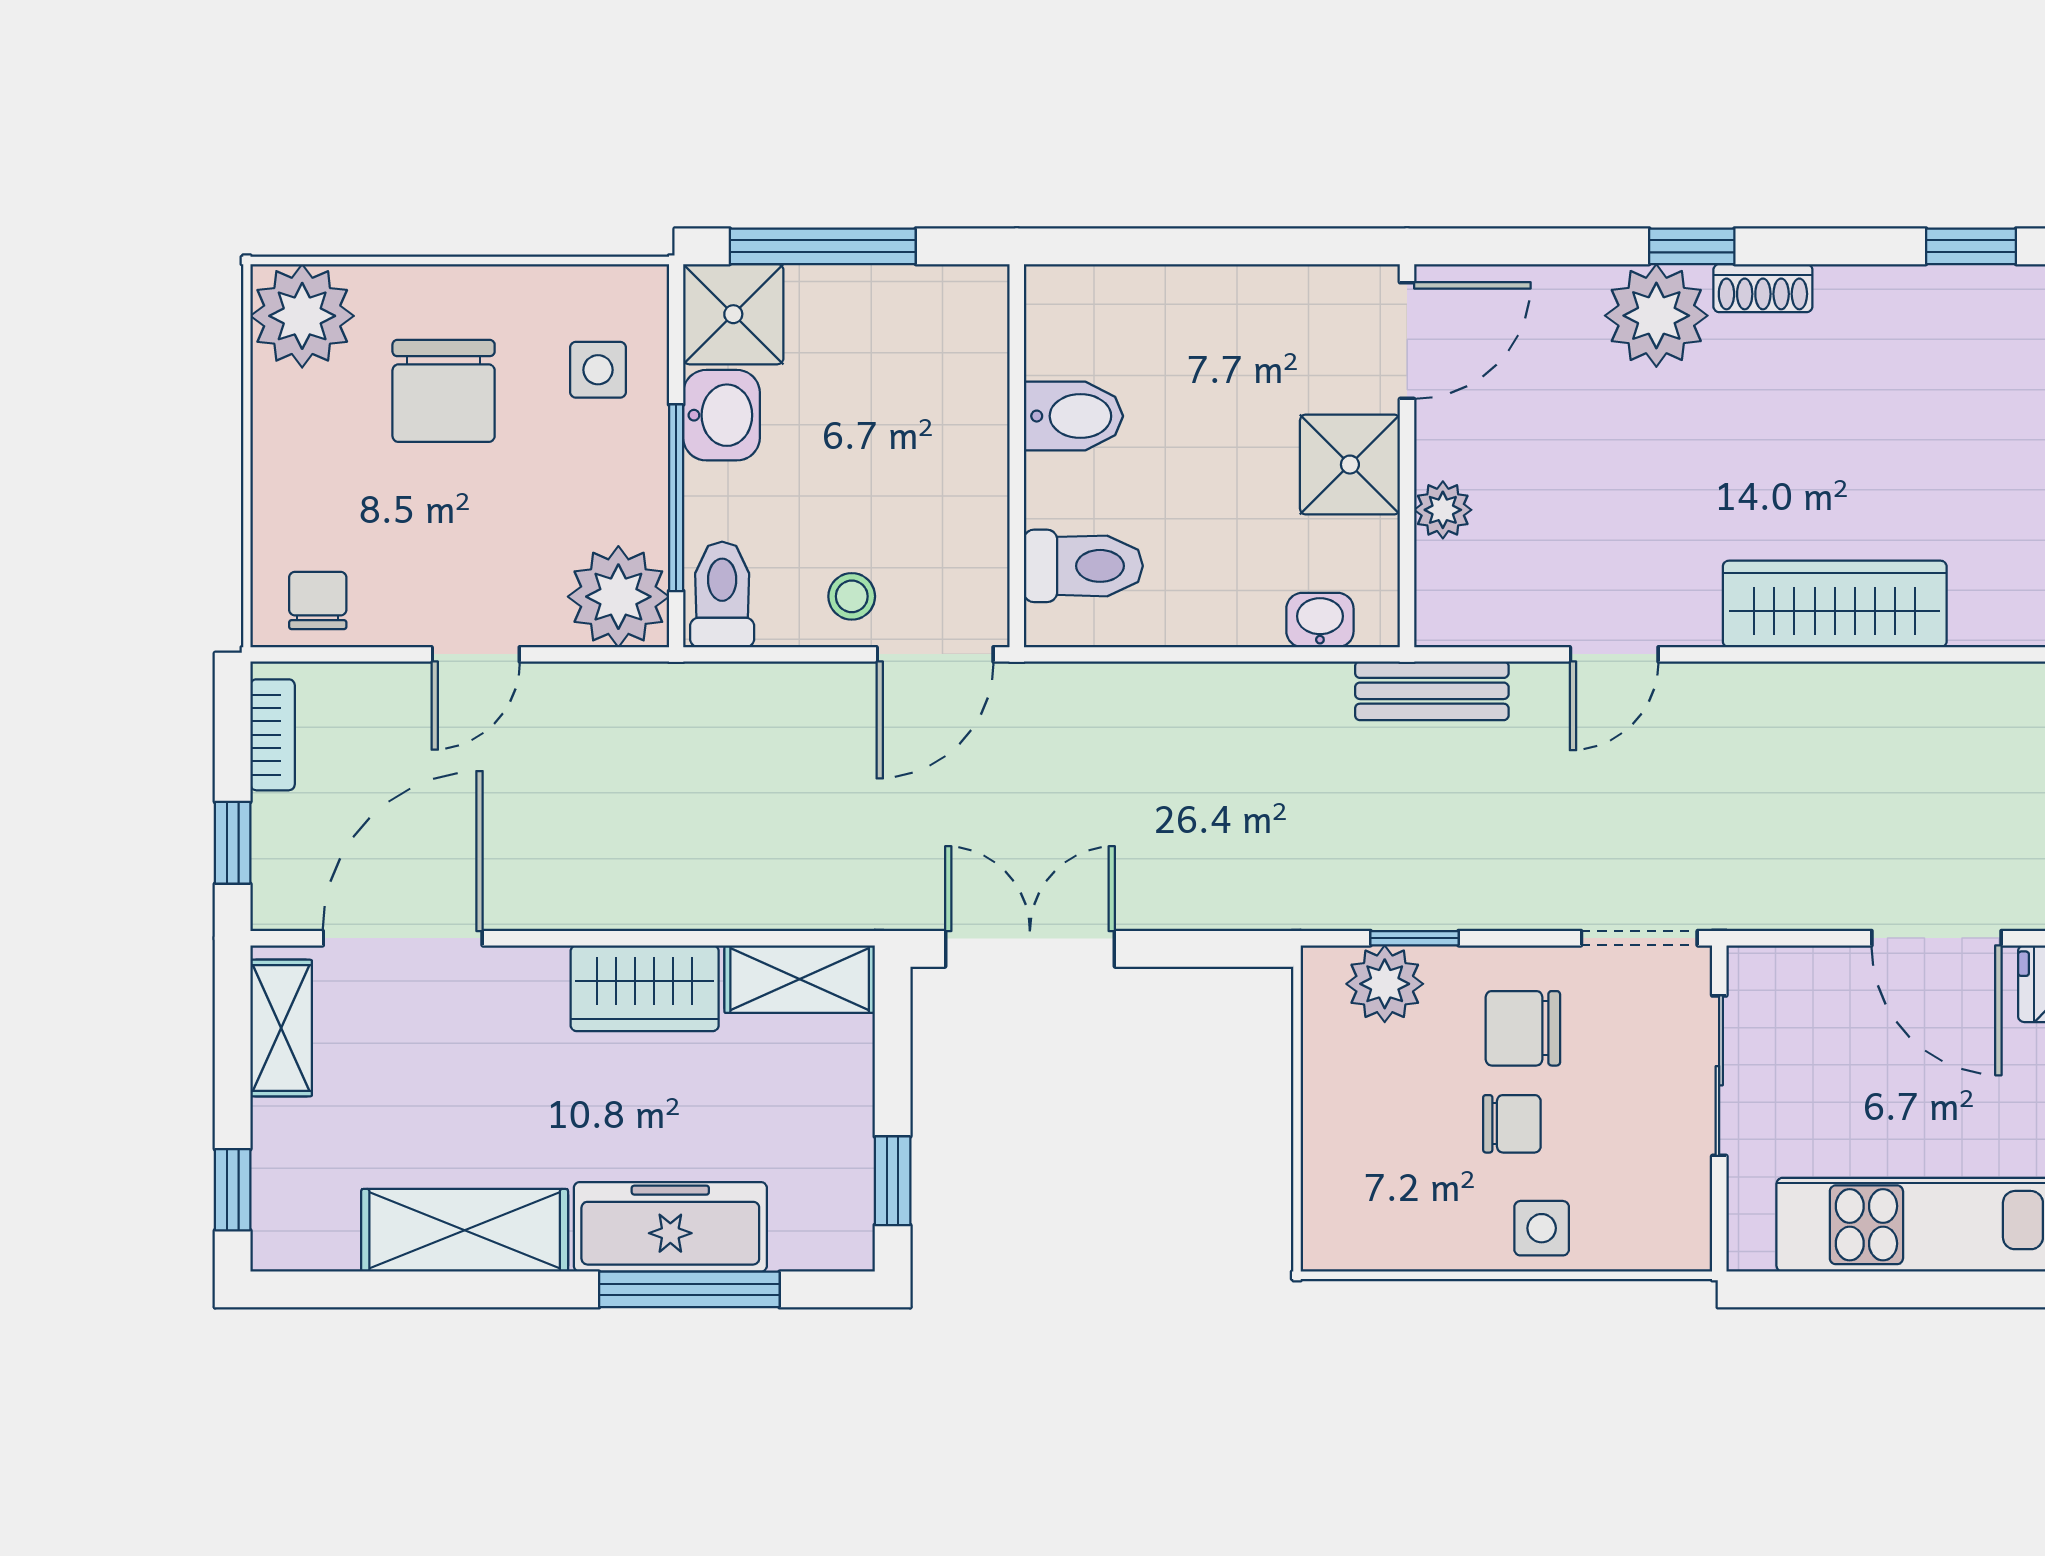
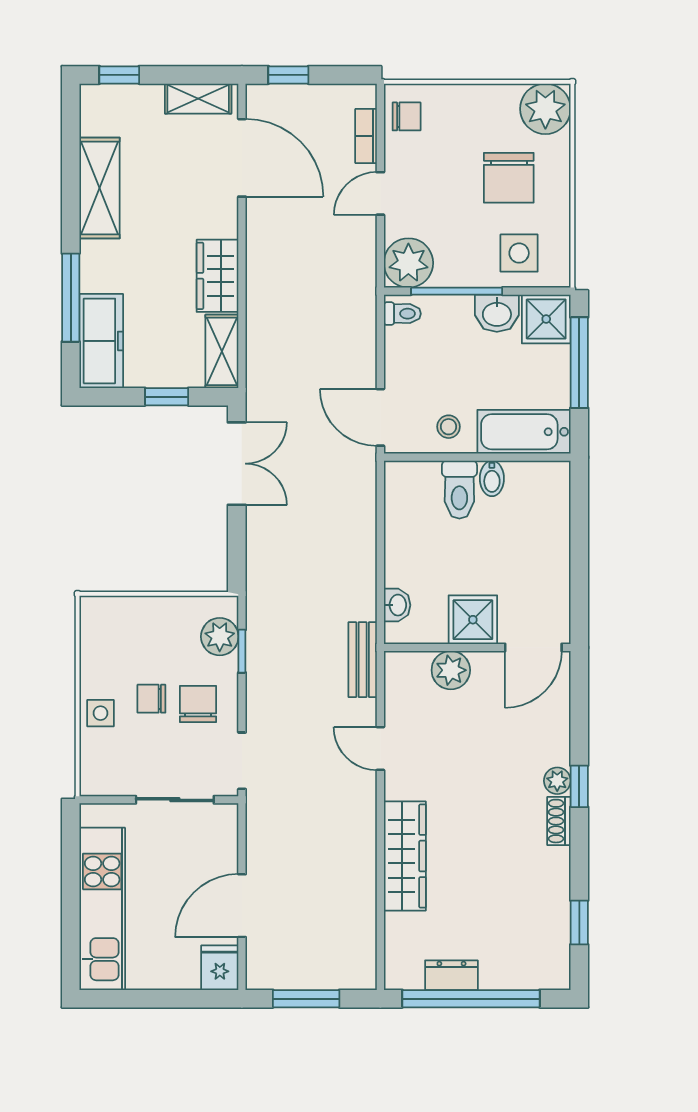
plant: (1656, 316) -> (557, 781), width x0.53, depth x0.53
door: (1407, 341) -> (533, 647), hinge flipped
bathtub: (965, 360) -> (524, 432), added
side table: (598, 370) -> (519, 253), width x1.37, depth x1.37
chair: (444, 391) -> (509, 178), turned -90
bidet: (1073, 416) -> (492, 478), width x0.72, depth x0.74
plant: (1443, 510) -> (451, 670), width x1.38, depth x1.38
toilet: (1083, 566) -> (459, 490), moved
toilet: (722, 594) -> (402, 314), width x0.73, depth x0.72
stool: (852, 596) -> (449, 427), moved
door: (476, 654) -> (380, 193), hinge flipped
bookcase: (273, 735) -> (366, 136), moved, turned 90
chair: (1512, 1124) -> (151, 699), turned 90
window: (893, 1181) -> (167, 397), moved
freezer: (670, 1227) -> (101, 341), moved

